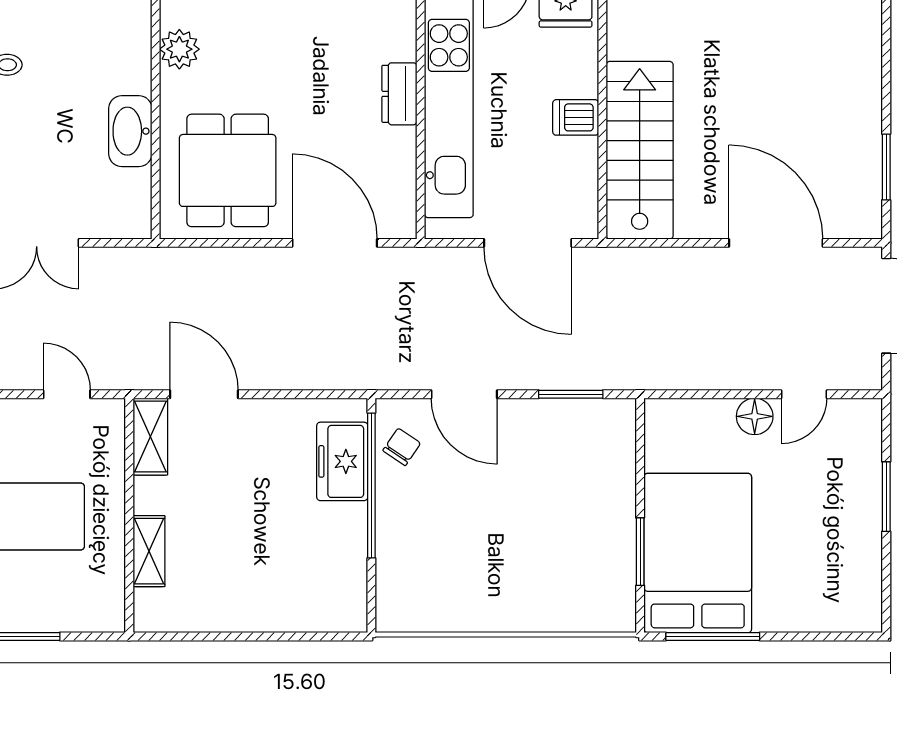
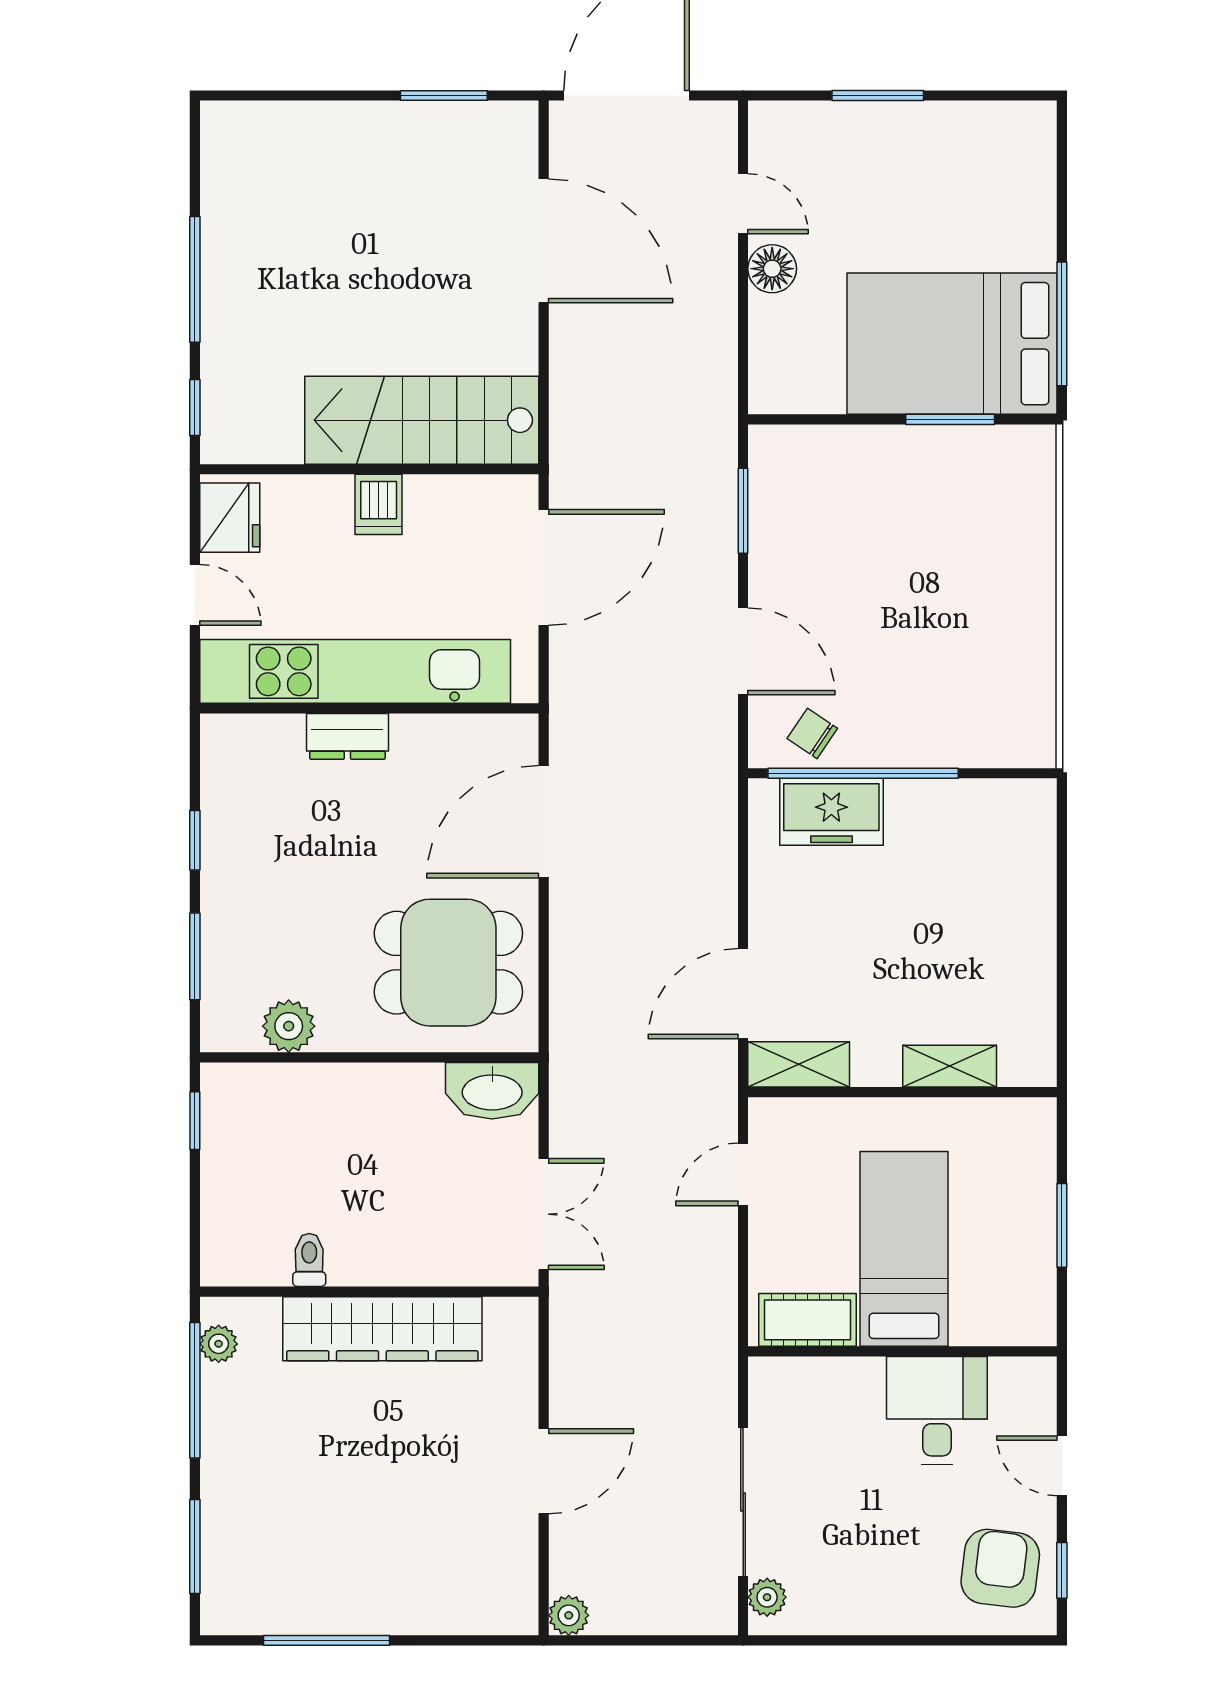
washbasin: (130, 131) -> (492, 1091), moved
door: (776, 243) -> (544, 241), swing flipped
door: (464, 394) -> (743, 651), hinge flipped

